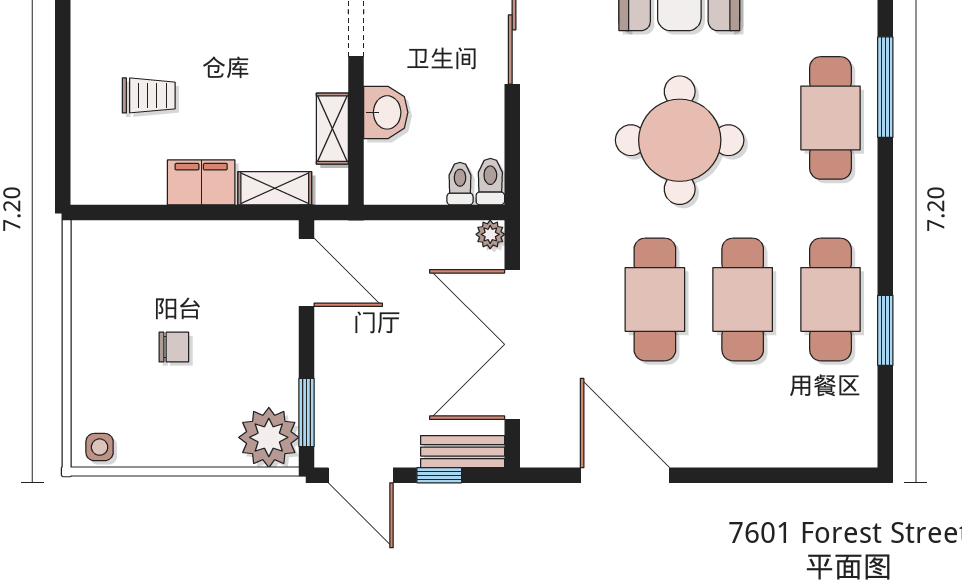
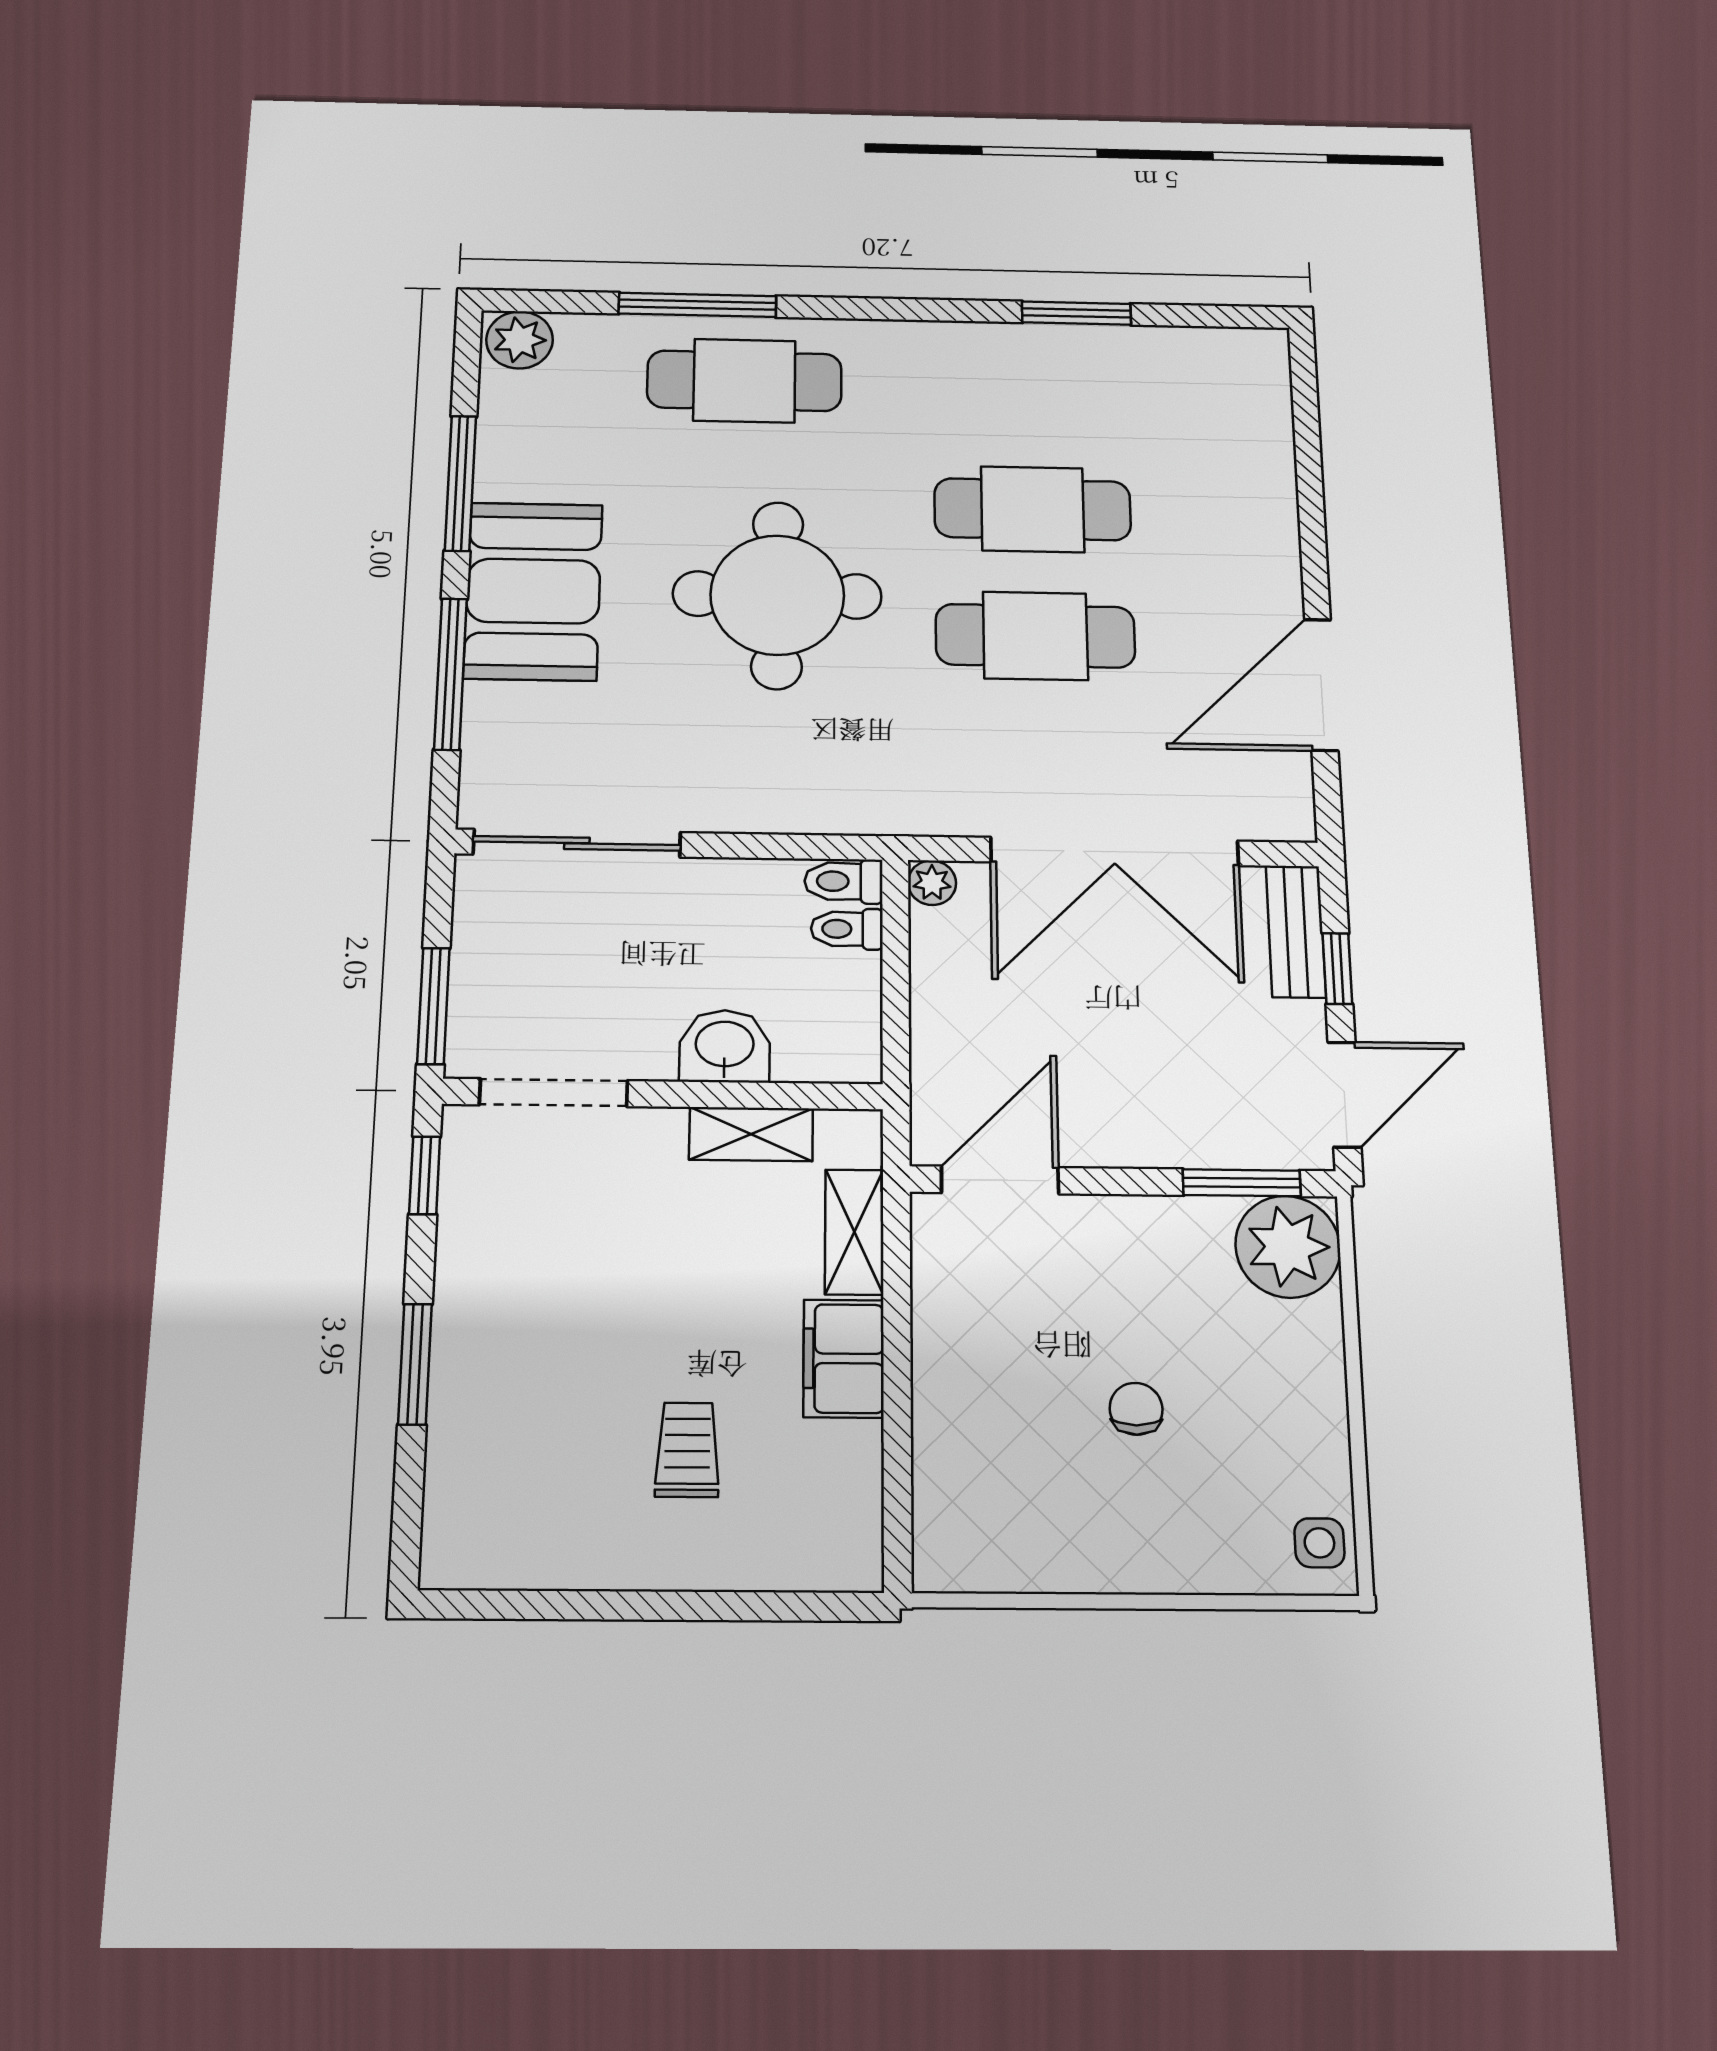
cafe table: (830, 299) -> (1030, 387), removed

